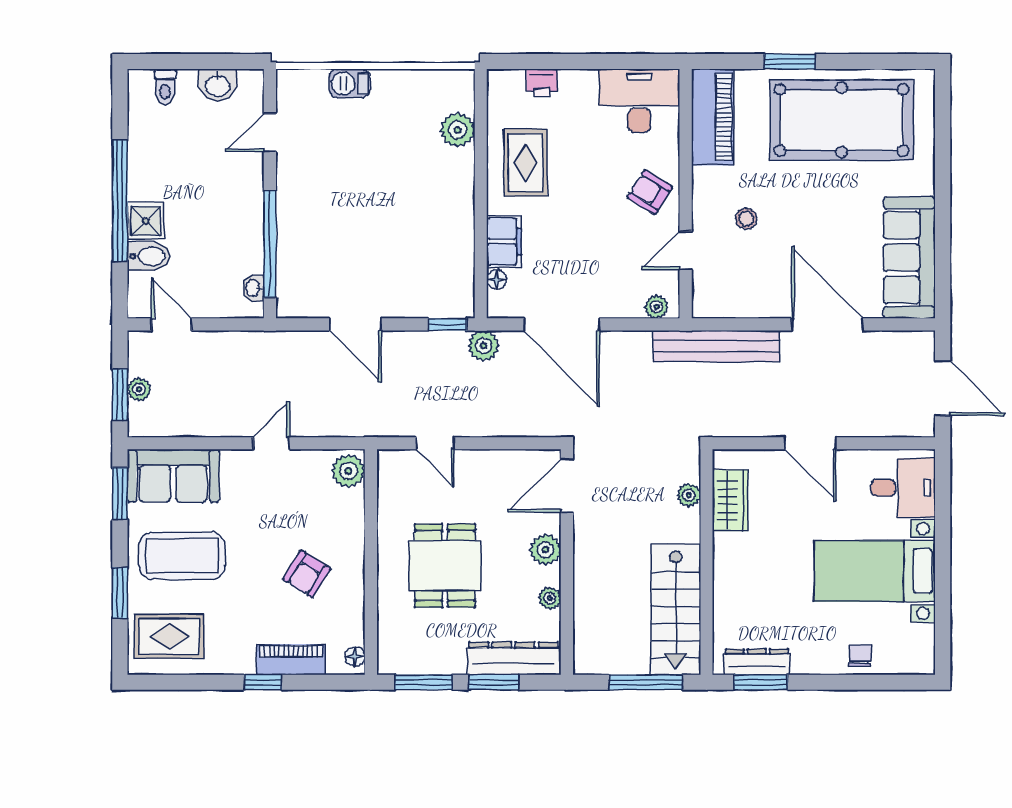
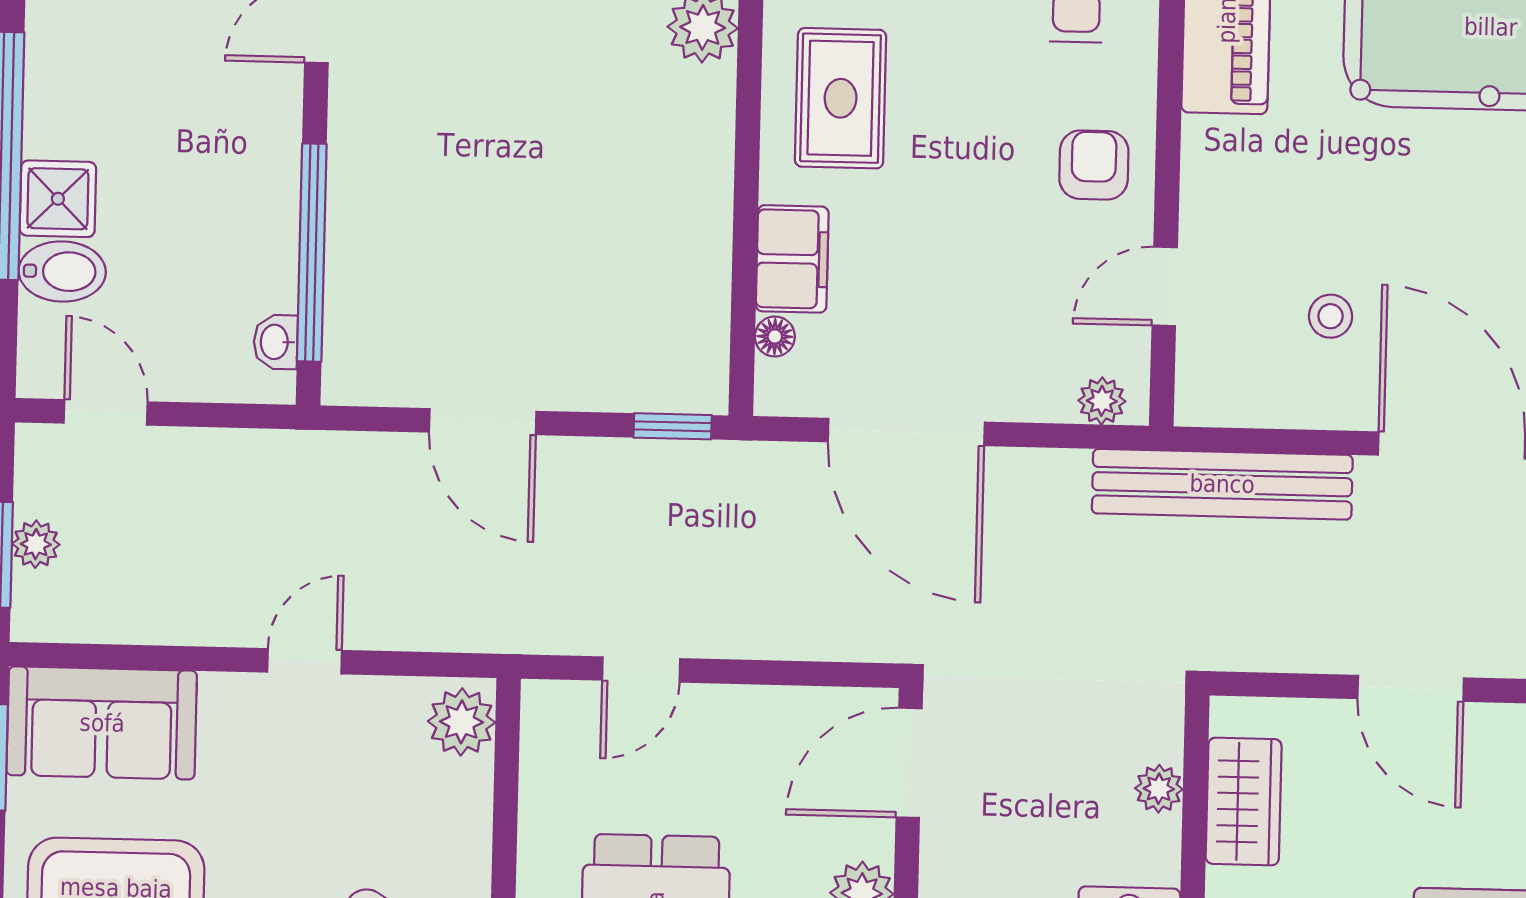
armchair: (650, 192) -> (1094, 165), turned 58
stool: (746, 219) -> (1331, 316), moved
plant: (483, 346) -> (745, 472), removed
door: (435, 443) -> (641, 669), hinge flipped

